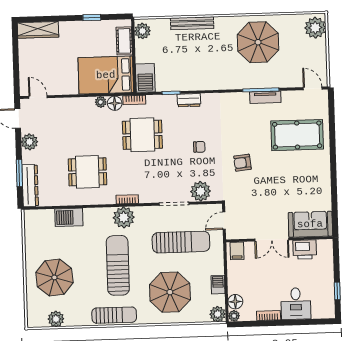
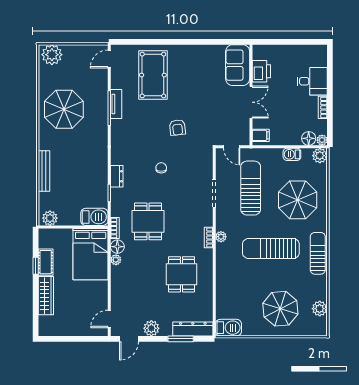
wardrobe: (38, 30) -> (46, 296), moved
cot: (124, 41) -> (46, 262), moved, turned 90
plant: (201, 191) -> (203, 168), removed
barbecue: (69, 217) -> (228, 328), moved, turned -90
plant: (124, 217) -> (221, 237), width x0.53, depth x0.53
window: (337, 291) -> (301, 42), removed

